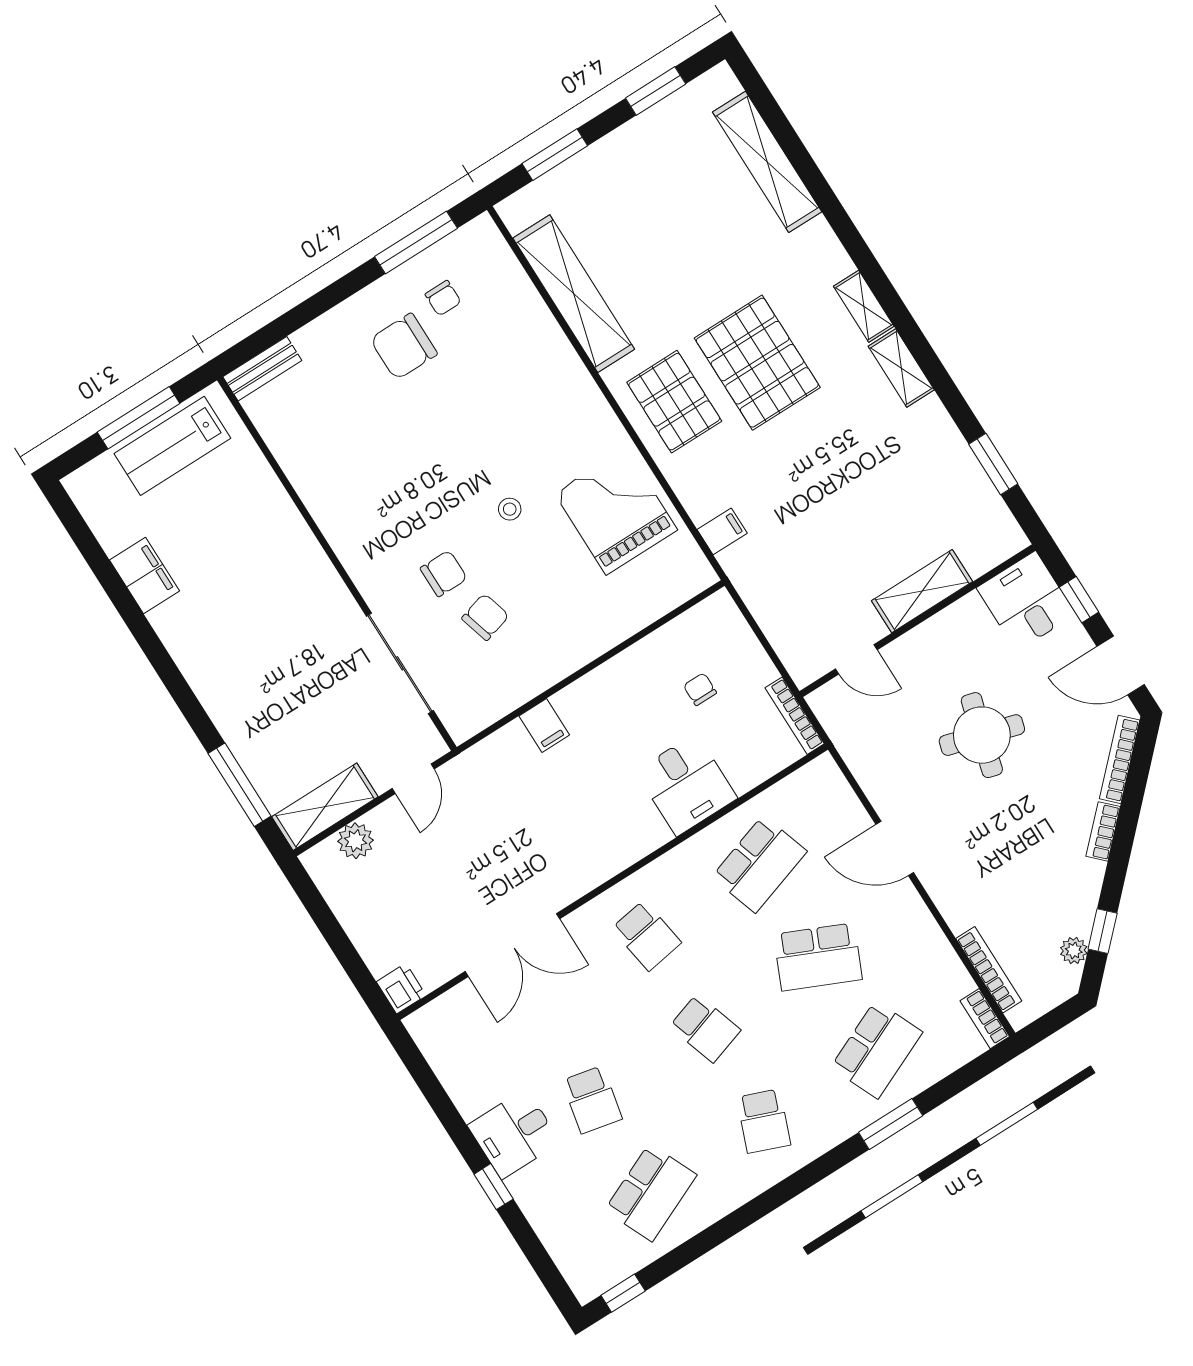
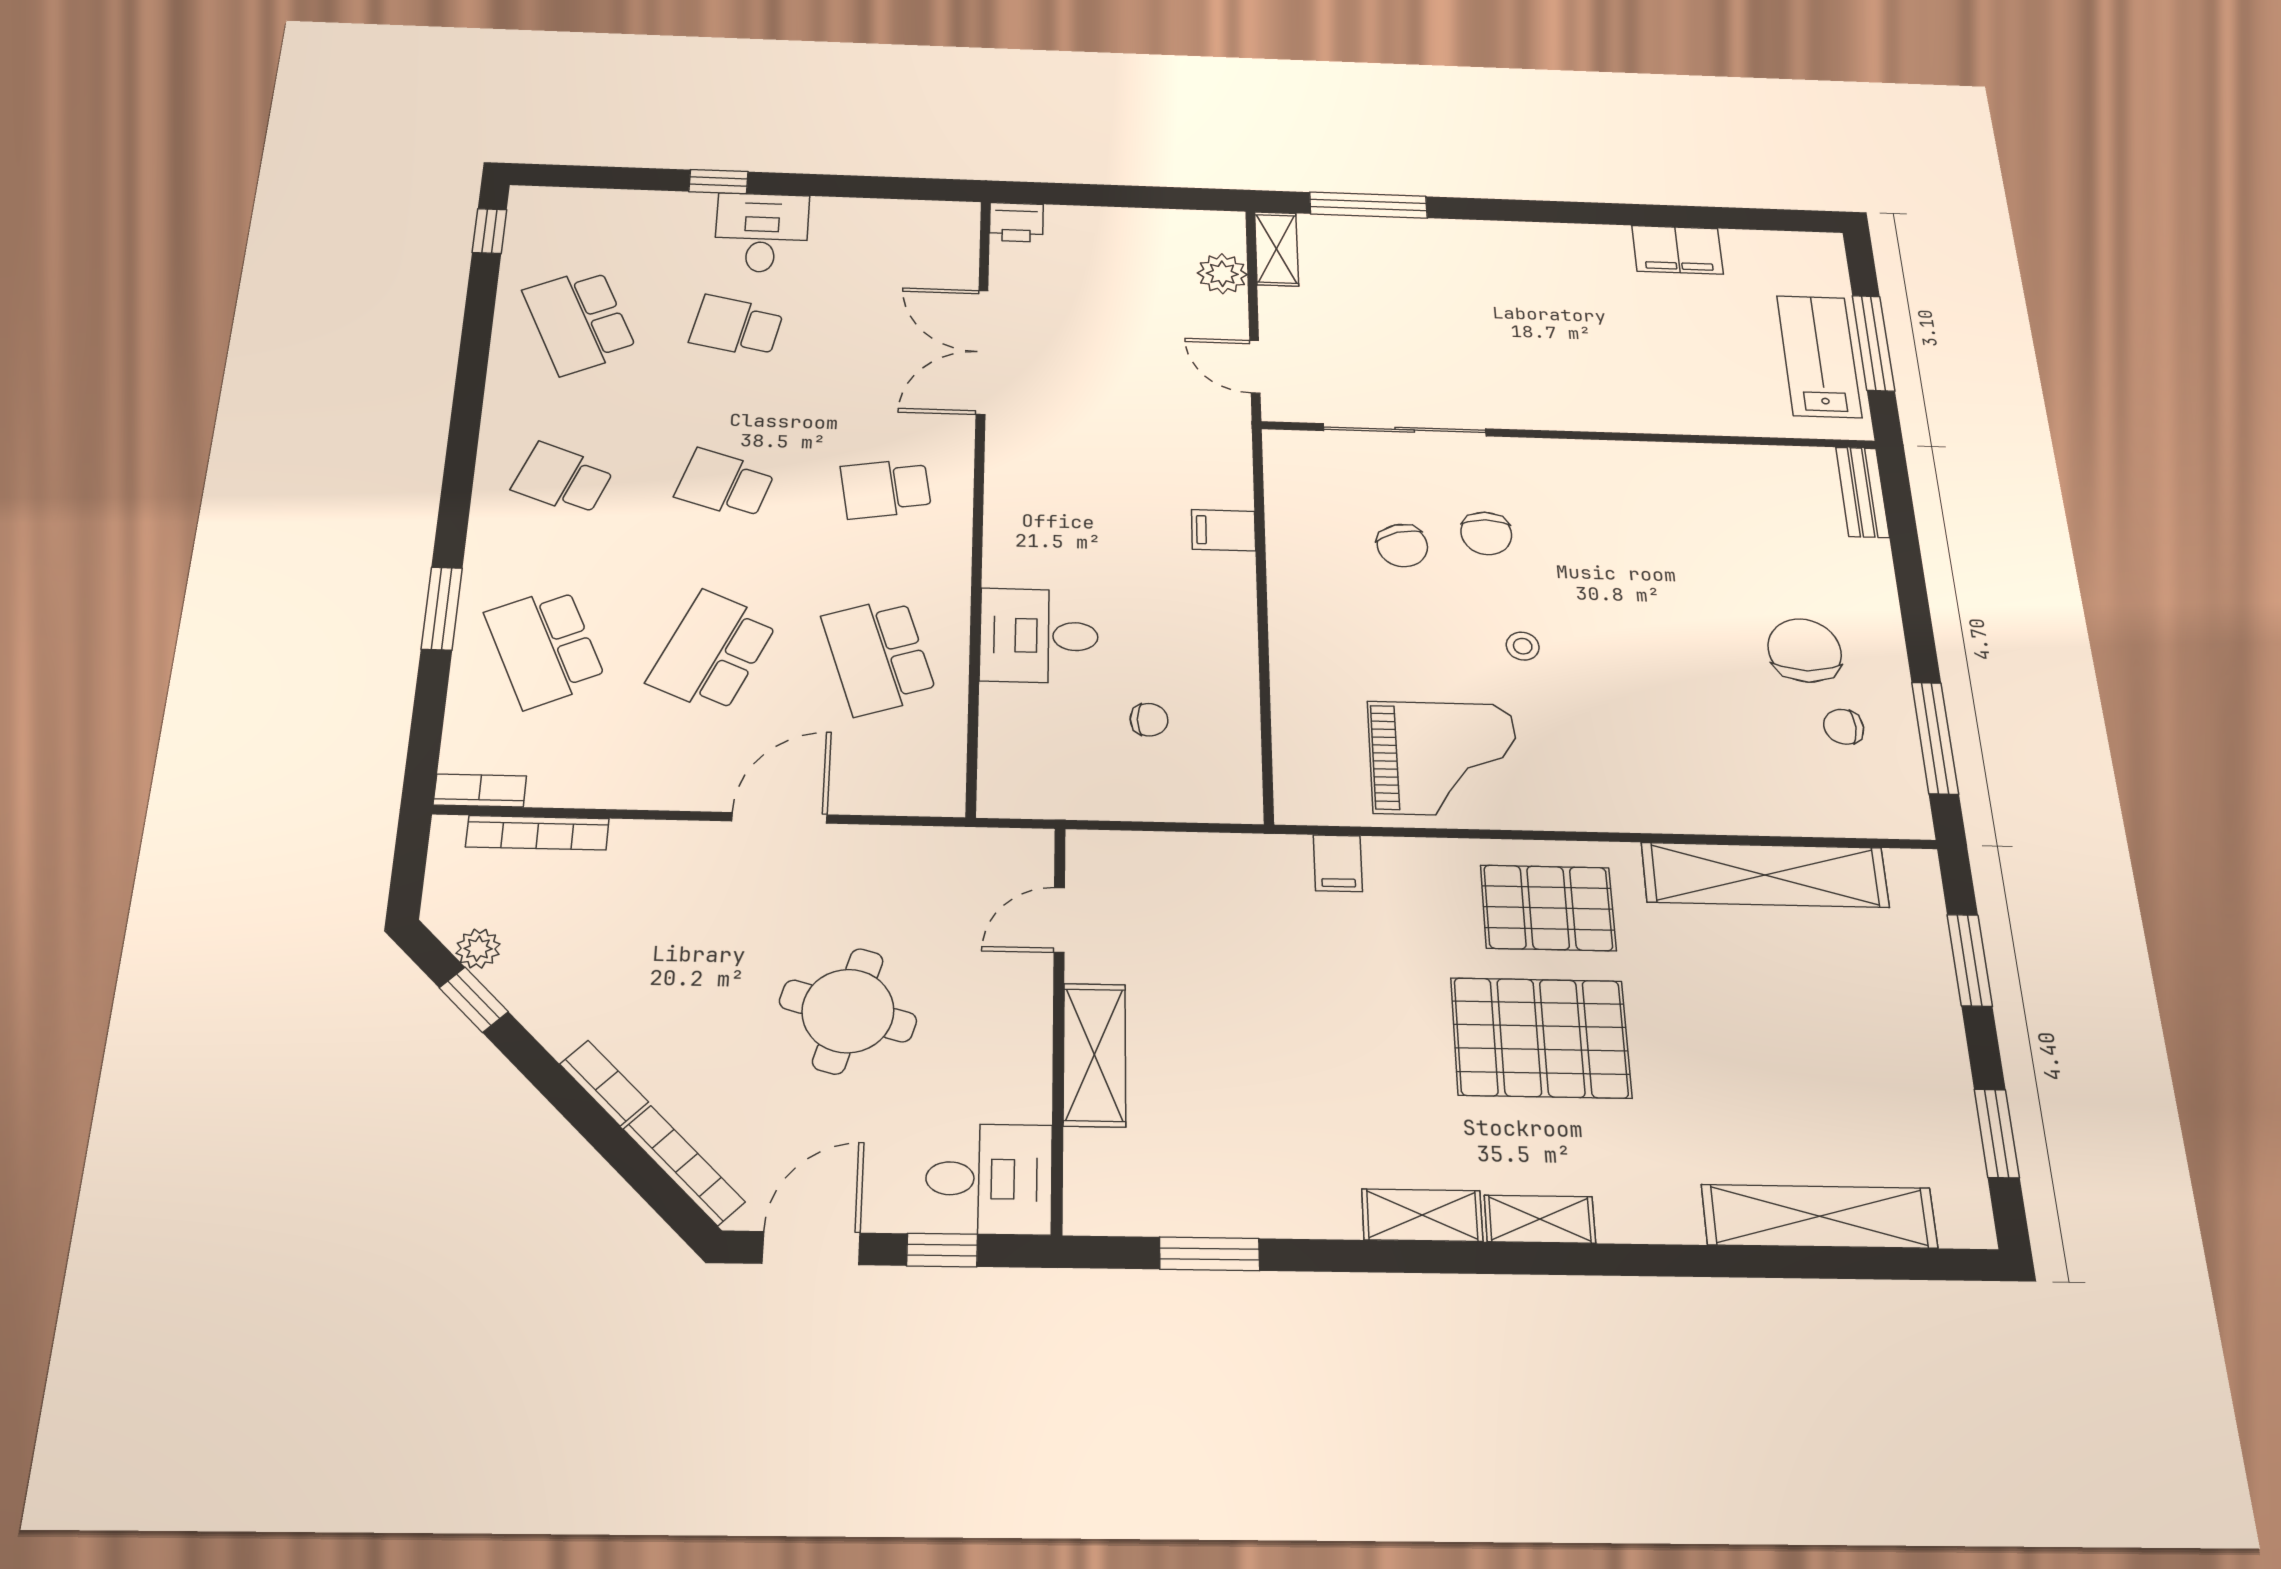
bookcase: (795, 716) -> (1037, 805), removed
shelving: (325, 807) -> (1276, 249), width x0.67, depth x0.75
school desk: (705, 1028) -> (725, 484), turned 36

